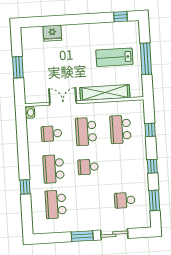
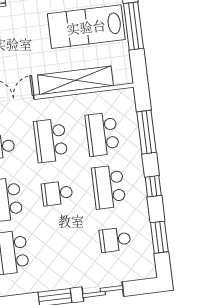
lab bench: (114, 57) -> (86, 27), width x1.36, depth x1.39
window: (150, 130) -> (147, 132), width x2.17
school desk: (123, 165) -> (109, 187), added

